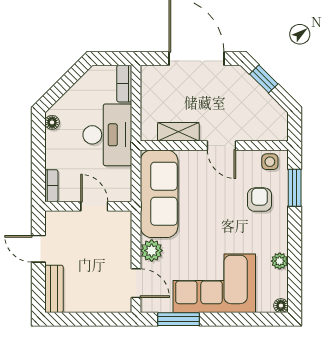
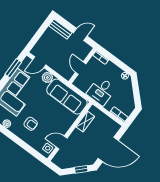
desk: (107, 135) -> (101, 91), width x0.73
door: (221, 145) -> (62, 143), moved
window: (295, 188) -> (31, 150), removed
armchair: (259, 200) -> (31, 124), moved
door: (94, 206) -> (81, 68), swing flipped

